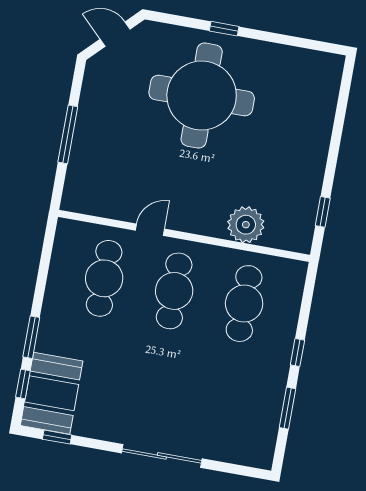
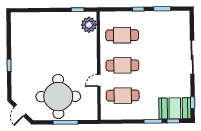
round table: (202, 96) -> (58, 97), moved
plant: (246, 225) -> (89, 25), moved
door: (150, 230) -> (99, 80), hinge flipped

